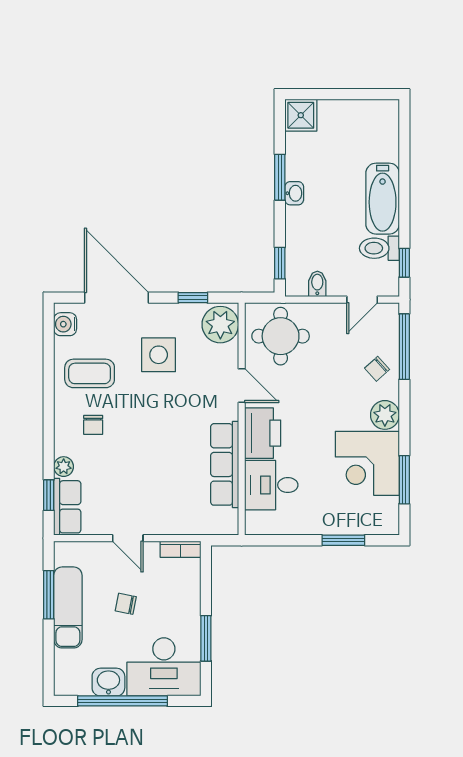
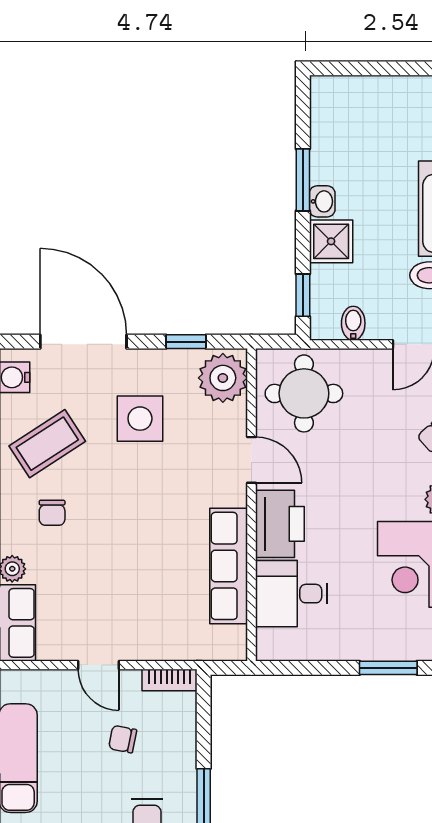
shower: (301, 115) -> (331, 241), moved
coffee table: (90, 373) -> (47, 444), turned -33
chair: (126, 604) -> (123, 739), moved

